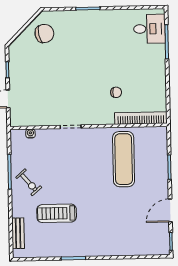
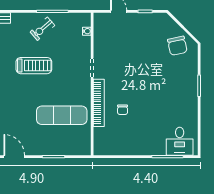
bookcase: (141, 118) -> (99, 103), moved
treadmill: (57, 213) -> (34, 66), moved, turned 90

